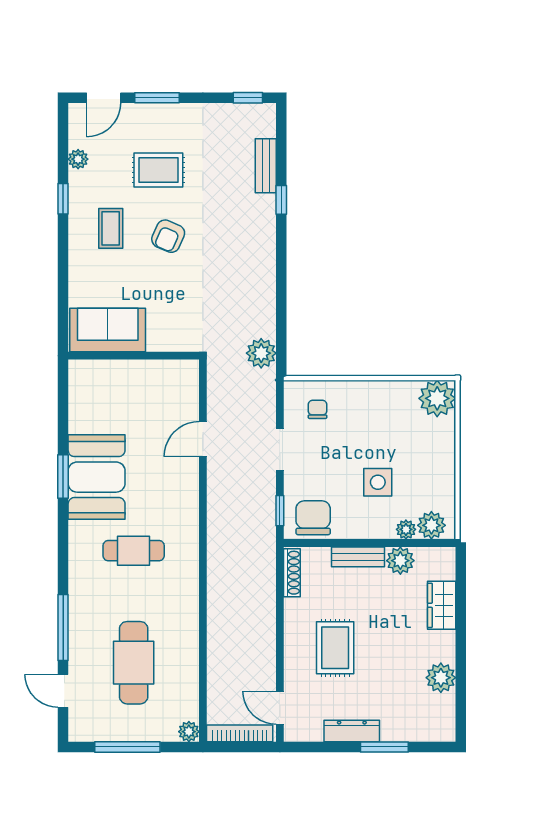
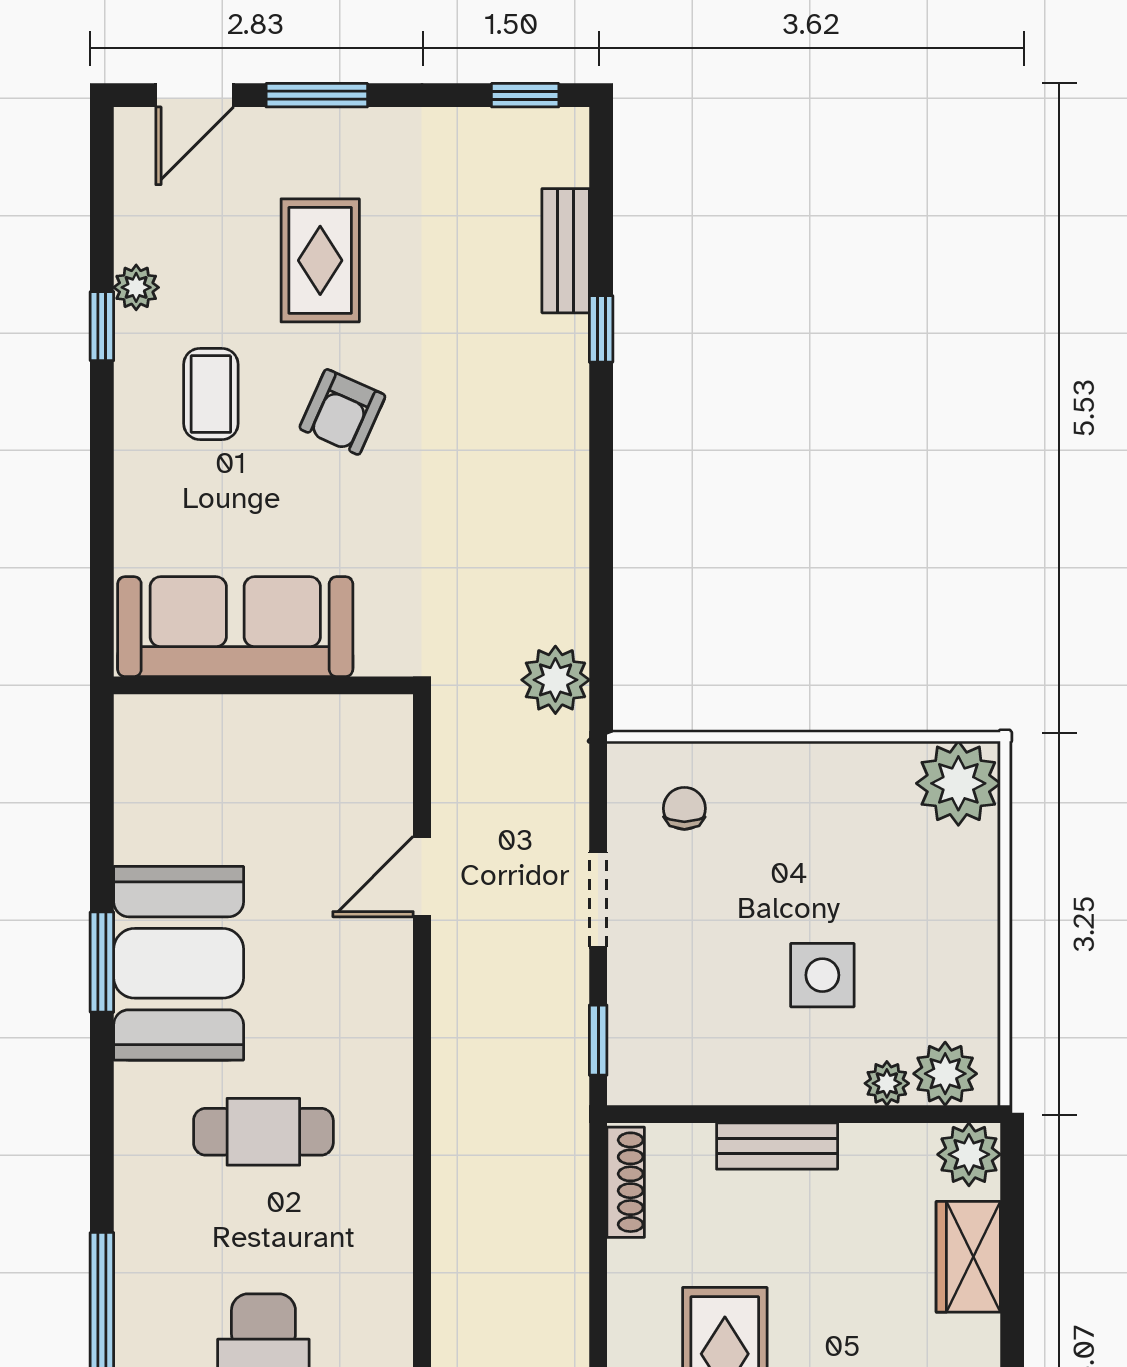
plant: (78, 159) -> (136, 287), moved
rug: (158, 170) -> (320, 260), turned 90
sofa: (108, 330) -> (235, 627), width x1.36
chair: (313, 518) -> (674, 1057), removed
plant: (400, 561) -> (969, 1154), moved

